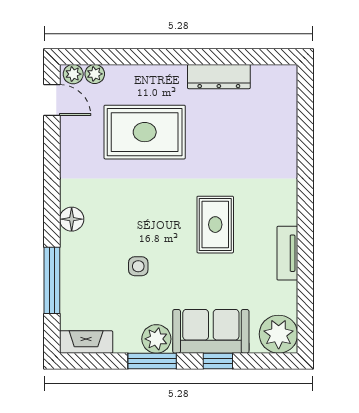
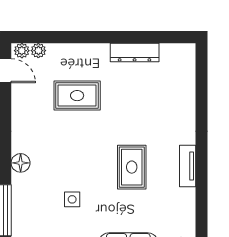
rug: (145, 132) -> (77, 96), width x0.73, depth x0.70
tv unit: (287, 253) -> (188, 166), moved

